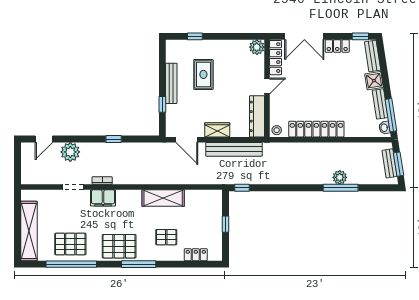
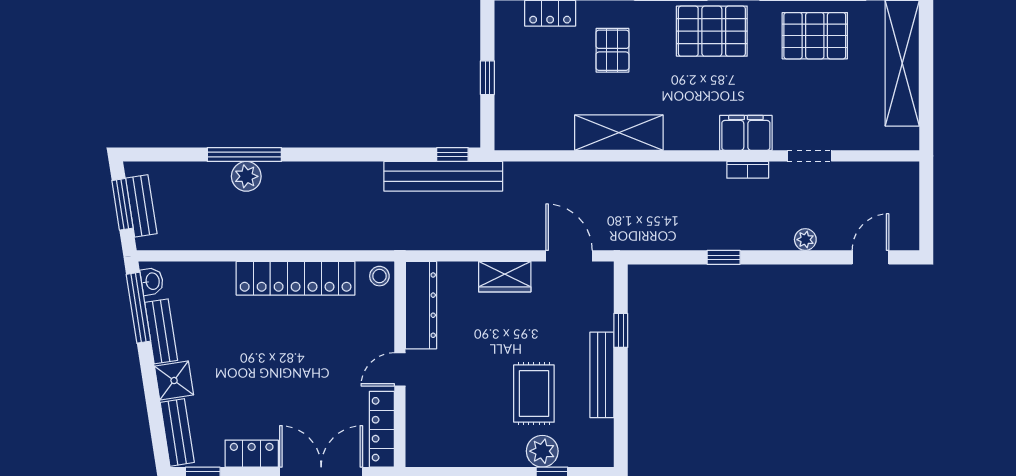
plant: (257, 47) -> (542, 451), moved
bench: (234, 149) -> (443, 176), moved
plant: (70, 152) -> (805, 240), width x0.53, depth x0.53
pallet: (166, 237) -> (612, 50), turned 90

